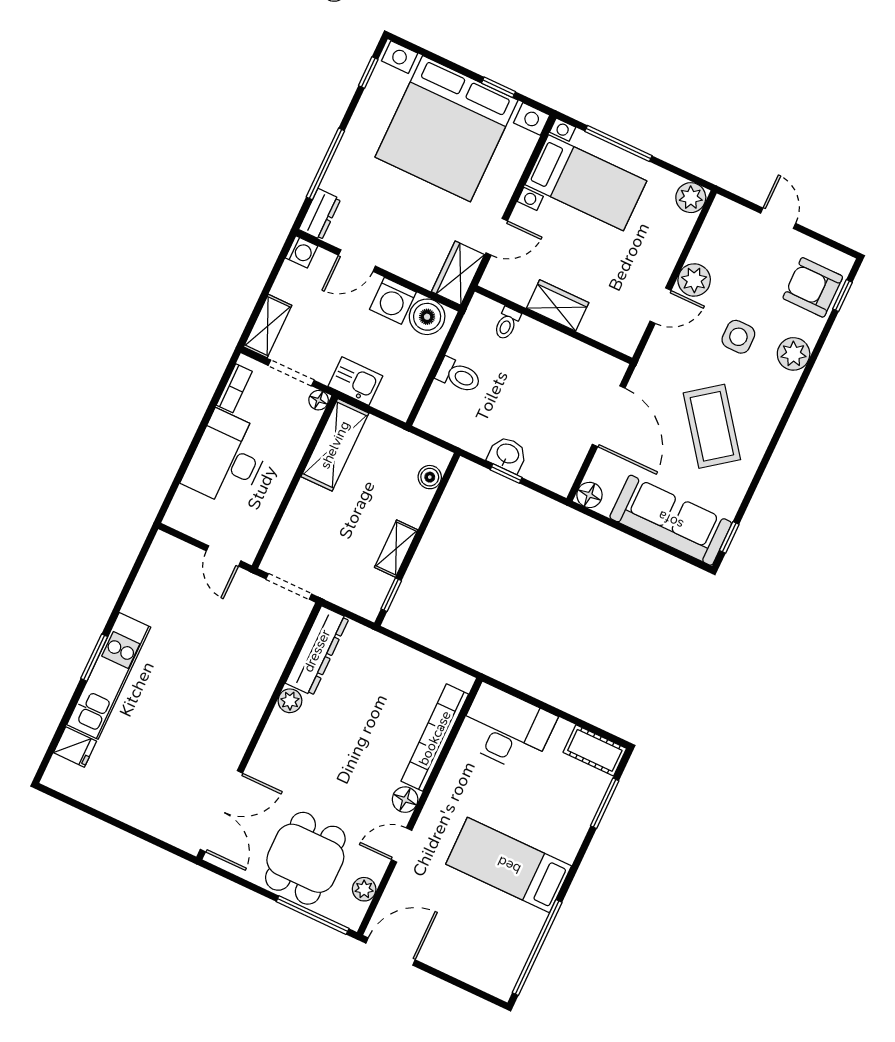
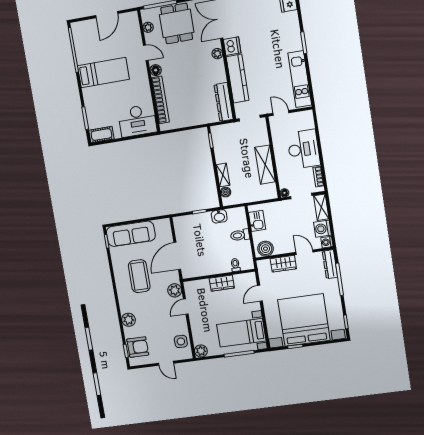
dresser: (320, 214) -> (330, 264), width x1.44
door: (357, 261) -> (304, 252), hinge flipped
wardrobe: (458, 273) -> (283, 264), moved, turned 90
plant: (694, 280) -> (175, 290), moved
washing machine: (393, 301) -> (322, 229), moved, turned -90
side table: (738, 337) -> (181, 341), moved
kitchen sink: (355, 381) -> (257, 221), moved, turned -90
door: (609, 416) -> (177, 256), hinge flipped
coffee table: (712, 426) -> (139, 276), turned 37
shelving: (335, 445) -> (265, 165), moved
washbasin: (507, 454) -> (219, 216), moved
floor lamp: (589, 495) -> (165, 224), removed
shelving: (396, 549) -> (223, 175), moved
kitchen unit: (109, 676) -> (300, 79), moved
kitchen counter: (261, 676) -> (238, 79), added
plant: (290, 701) -> (217, 54), moved
dishwasher: (230, 743) -> (232, 46), added
door: (402, 845) -> (146, 53), hinge flipped
door: (390, 951) -> (107, 15), moved

